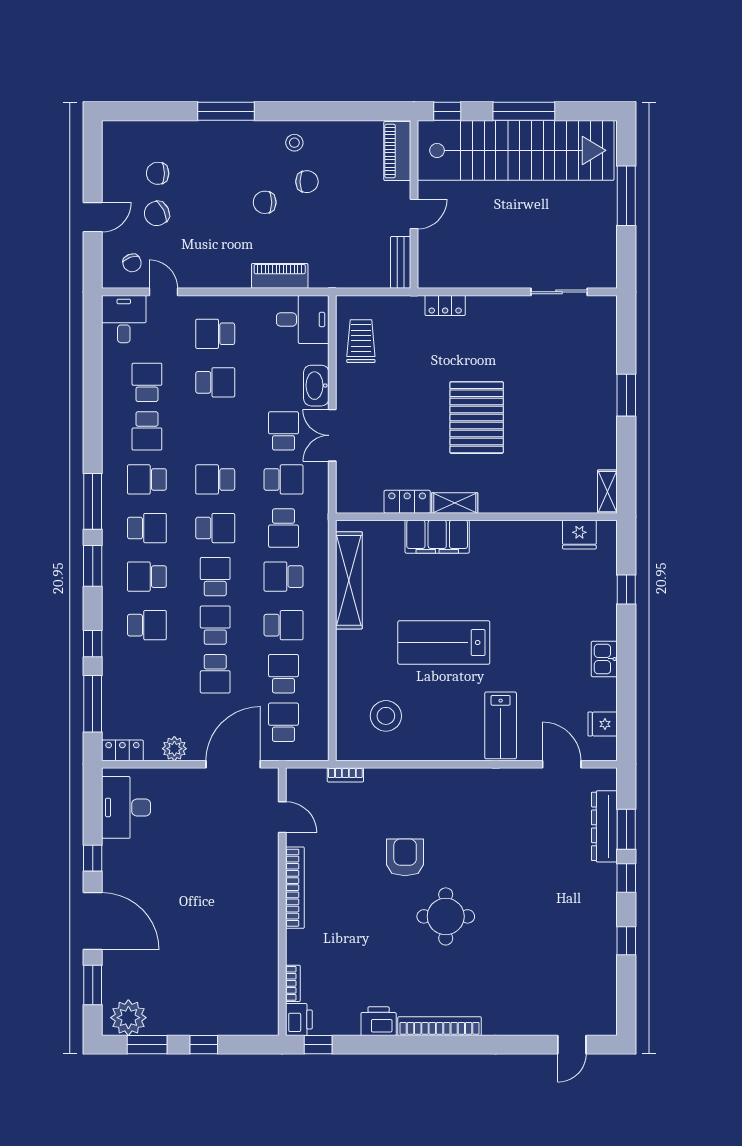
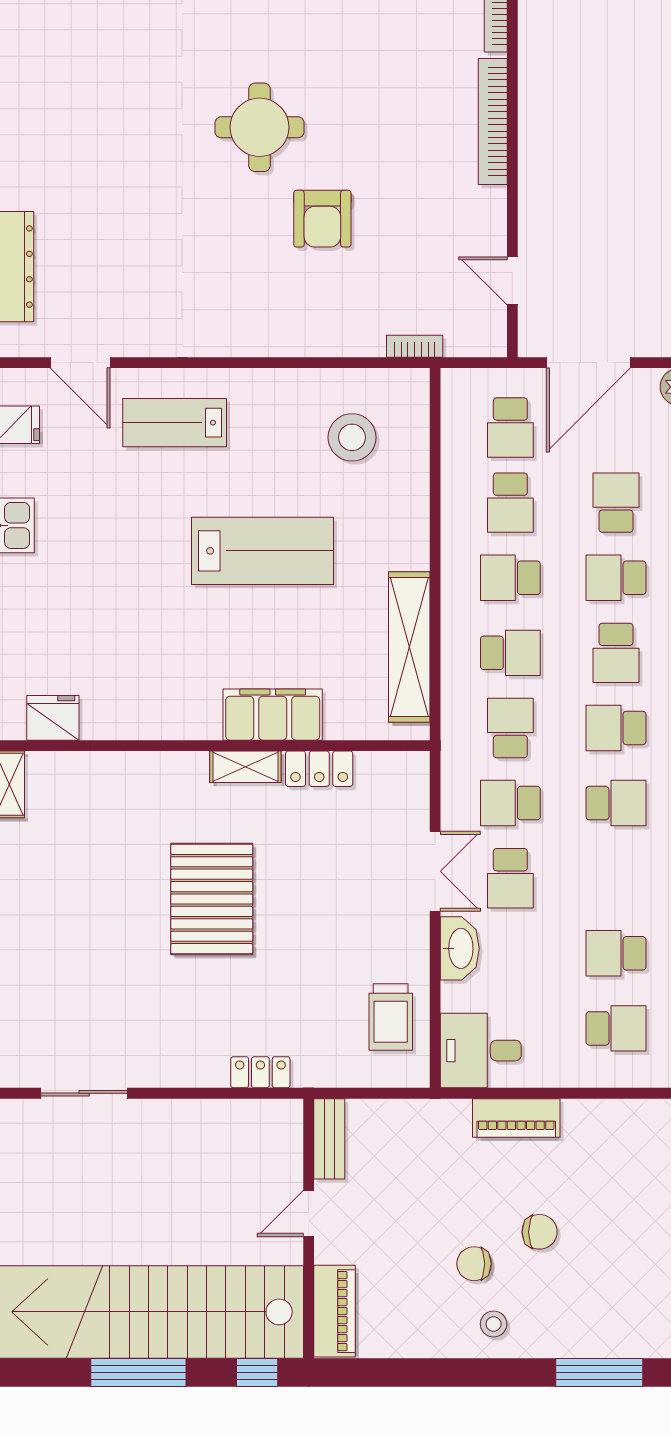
school desk: (215, 625) -> (616, 578), turned 90
lab bench: (501, 725) -> (175, 423), turned -90
bookcase: (295, 888) -> (493, 121), moved

